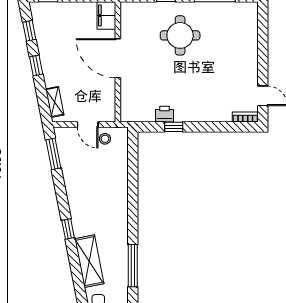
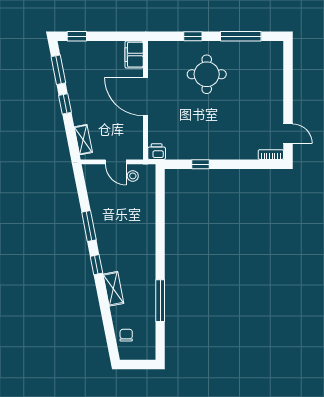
window: (29, 31) -> (58, 70), width x1.50
printer: (164, 114) -> (157, 152), moved
window: (53, 154) -> (89, 226), moved
shelving: (89, 261) -> (113, 289), width x0.67, depth x0.75

